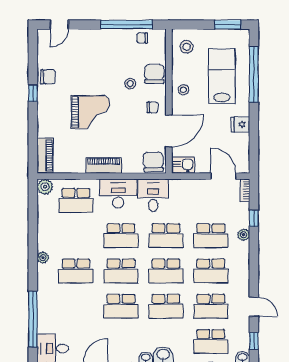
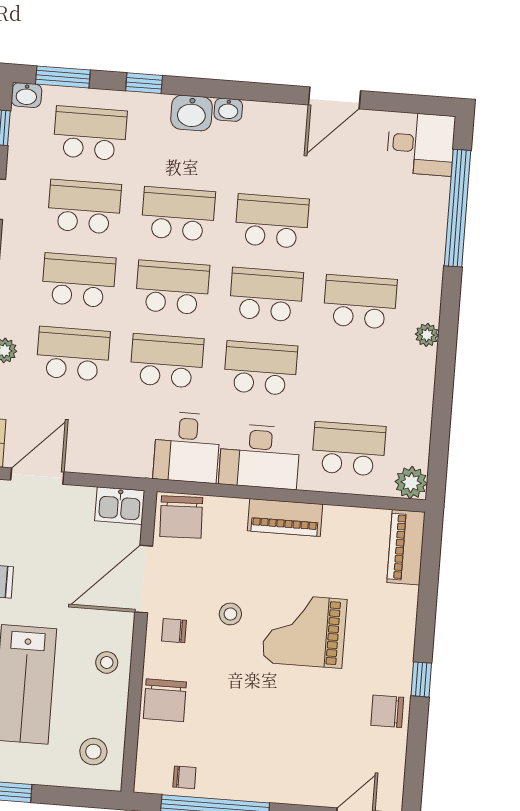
stool: (130, 84) -> (230, 614), moved
door: (223, 176) -> (37, 476), swing flipped

